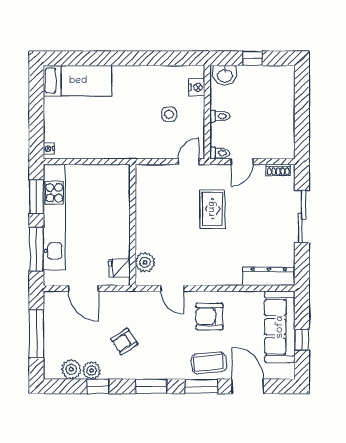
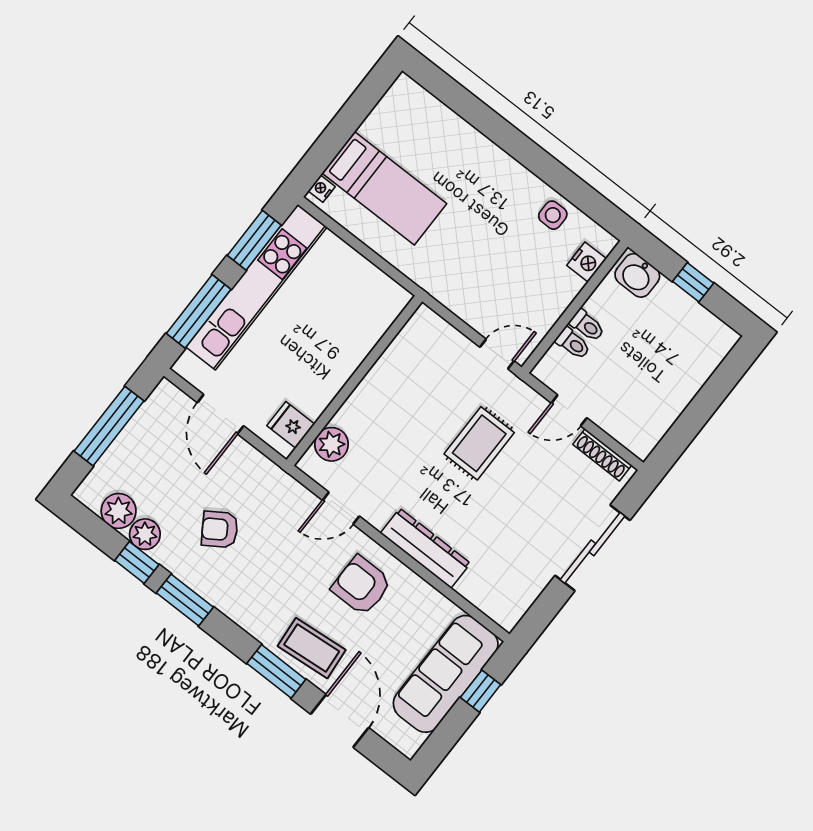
bed: (78, 81) -> (384, 188), moved
side table: (169, 114) -> (553, 215), moved
toilet: (220, 153) -> (573, 343), moved
shoe rack: (278, 170) -> (602, 455), width x1.43
dresser: (269, 276) -> (425, 548), moved
door: (172, 288) -> (341, 508), hinge flipped
window: (302, 340) -> (481, 691), moved
window: (151, 386) -> (185, 600), moved

